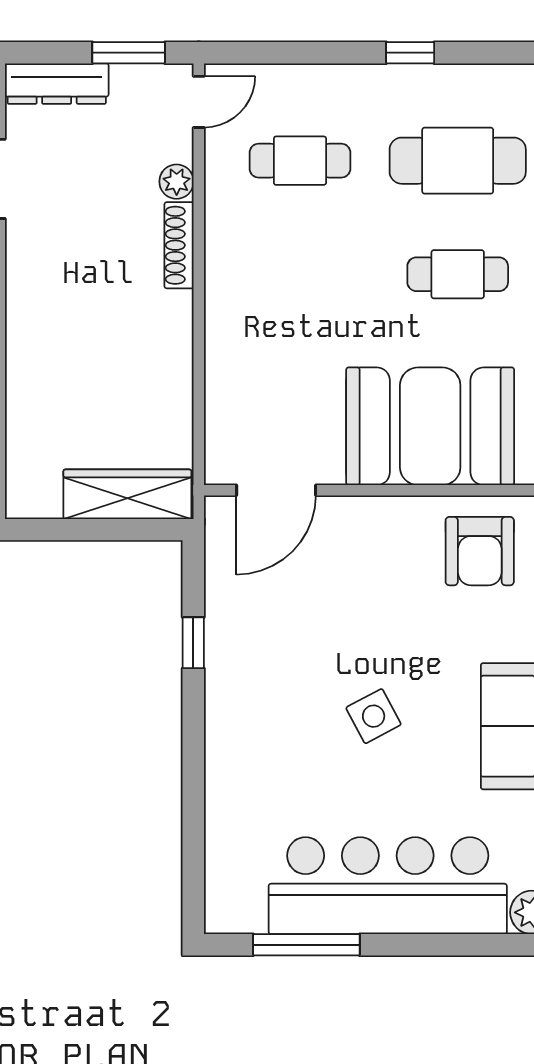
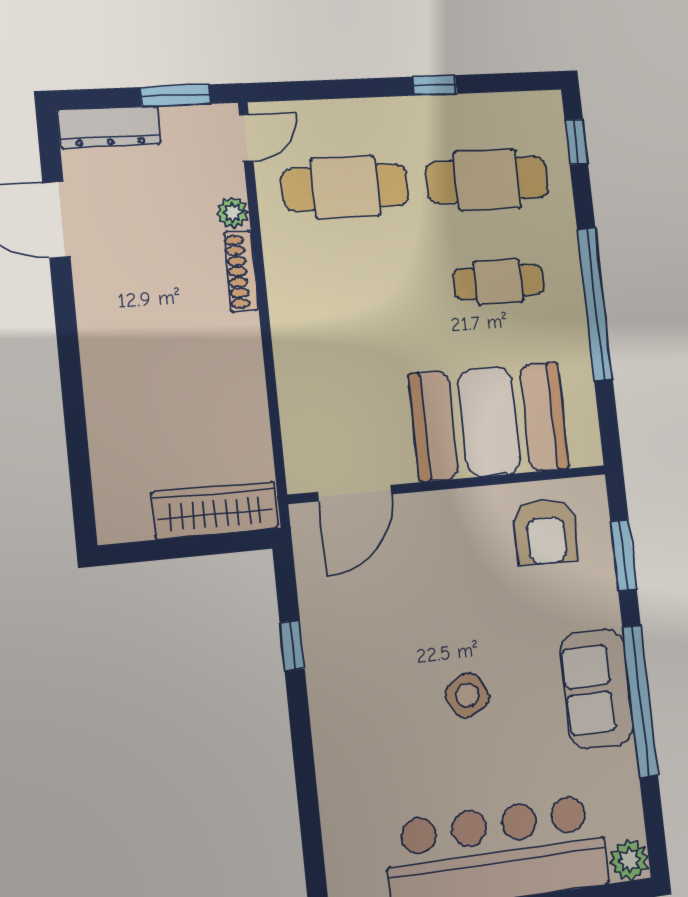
cafe table: (300, 161) -> (345, 187), width x1.37, depth x1.35

